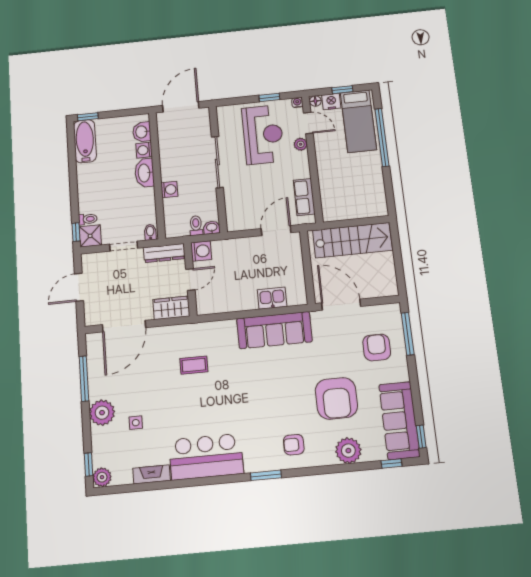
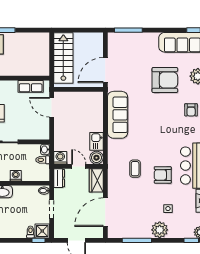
dresser: (164, 253) -> (59, 178), width x0.70
kitchen sink: (272, 298) -> (97, 141), moved
boiler: (206, 305) -> (96, 158), added
door: (124, 326) -> (105, 212), swing flipped
armchair: (377, 347) -> (163, 175), moved

